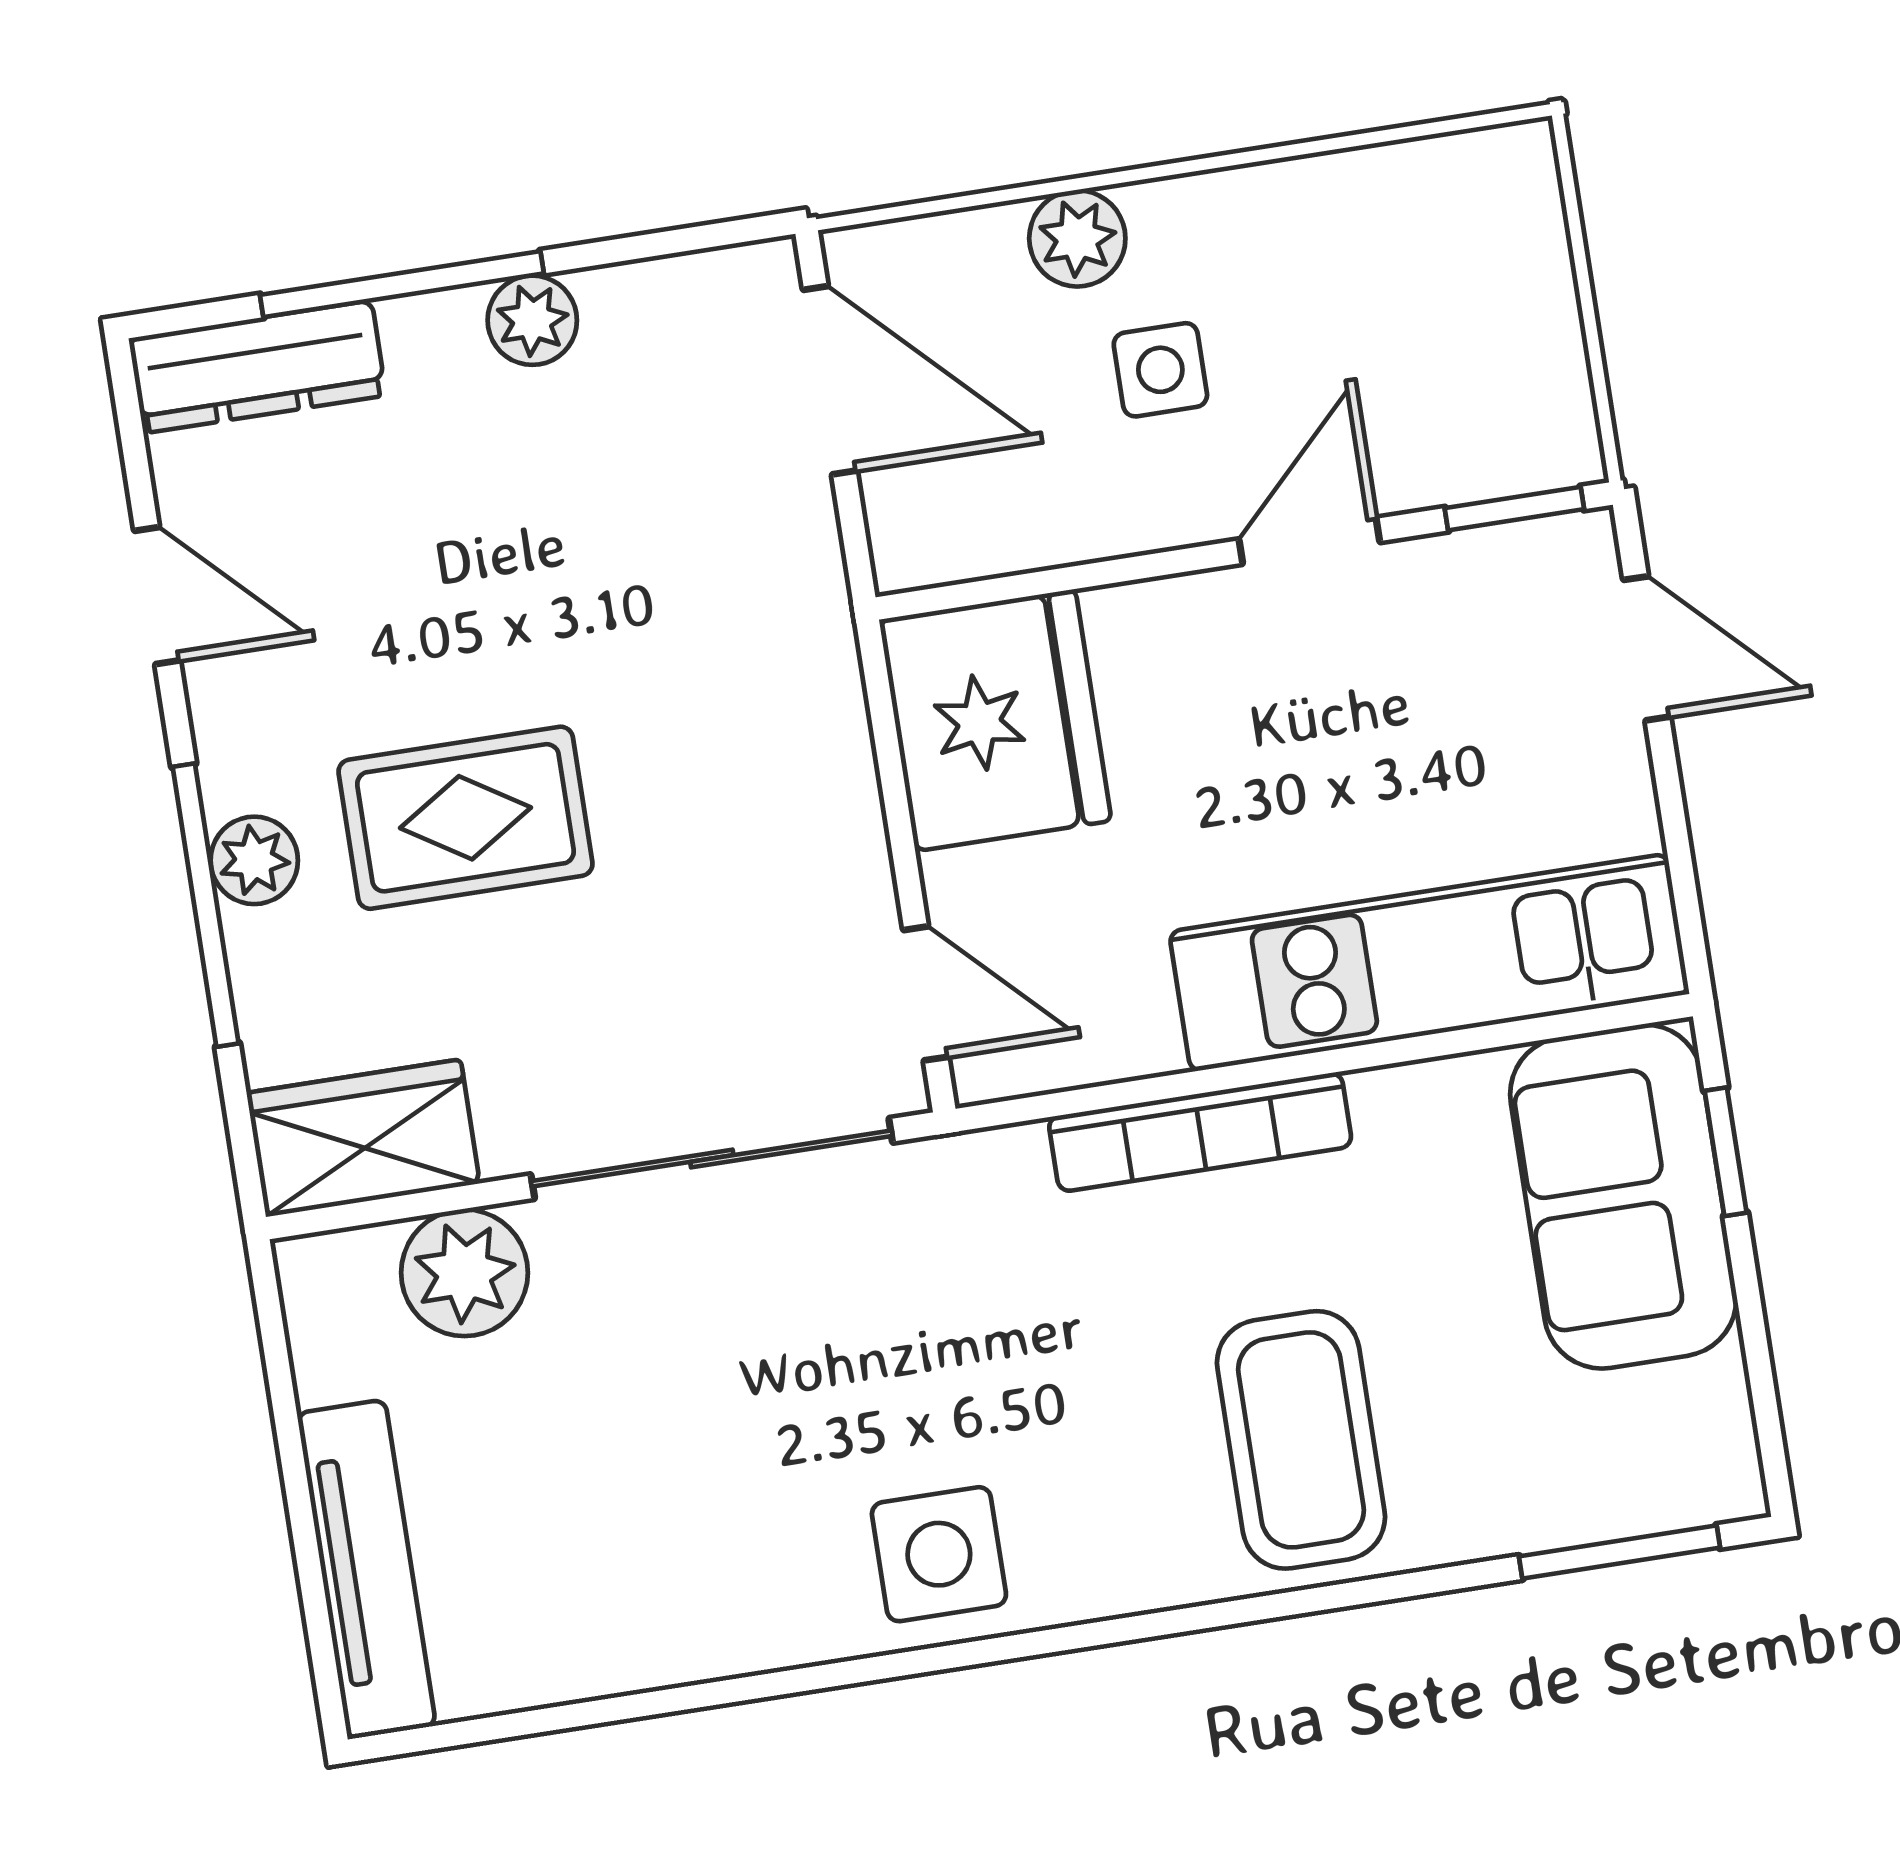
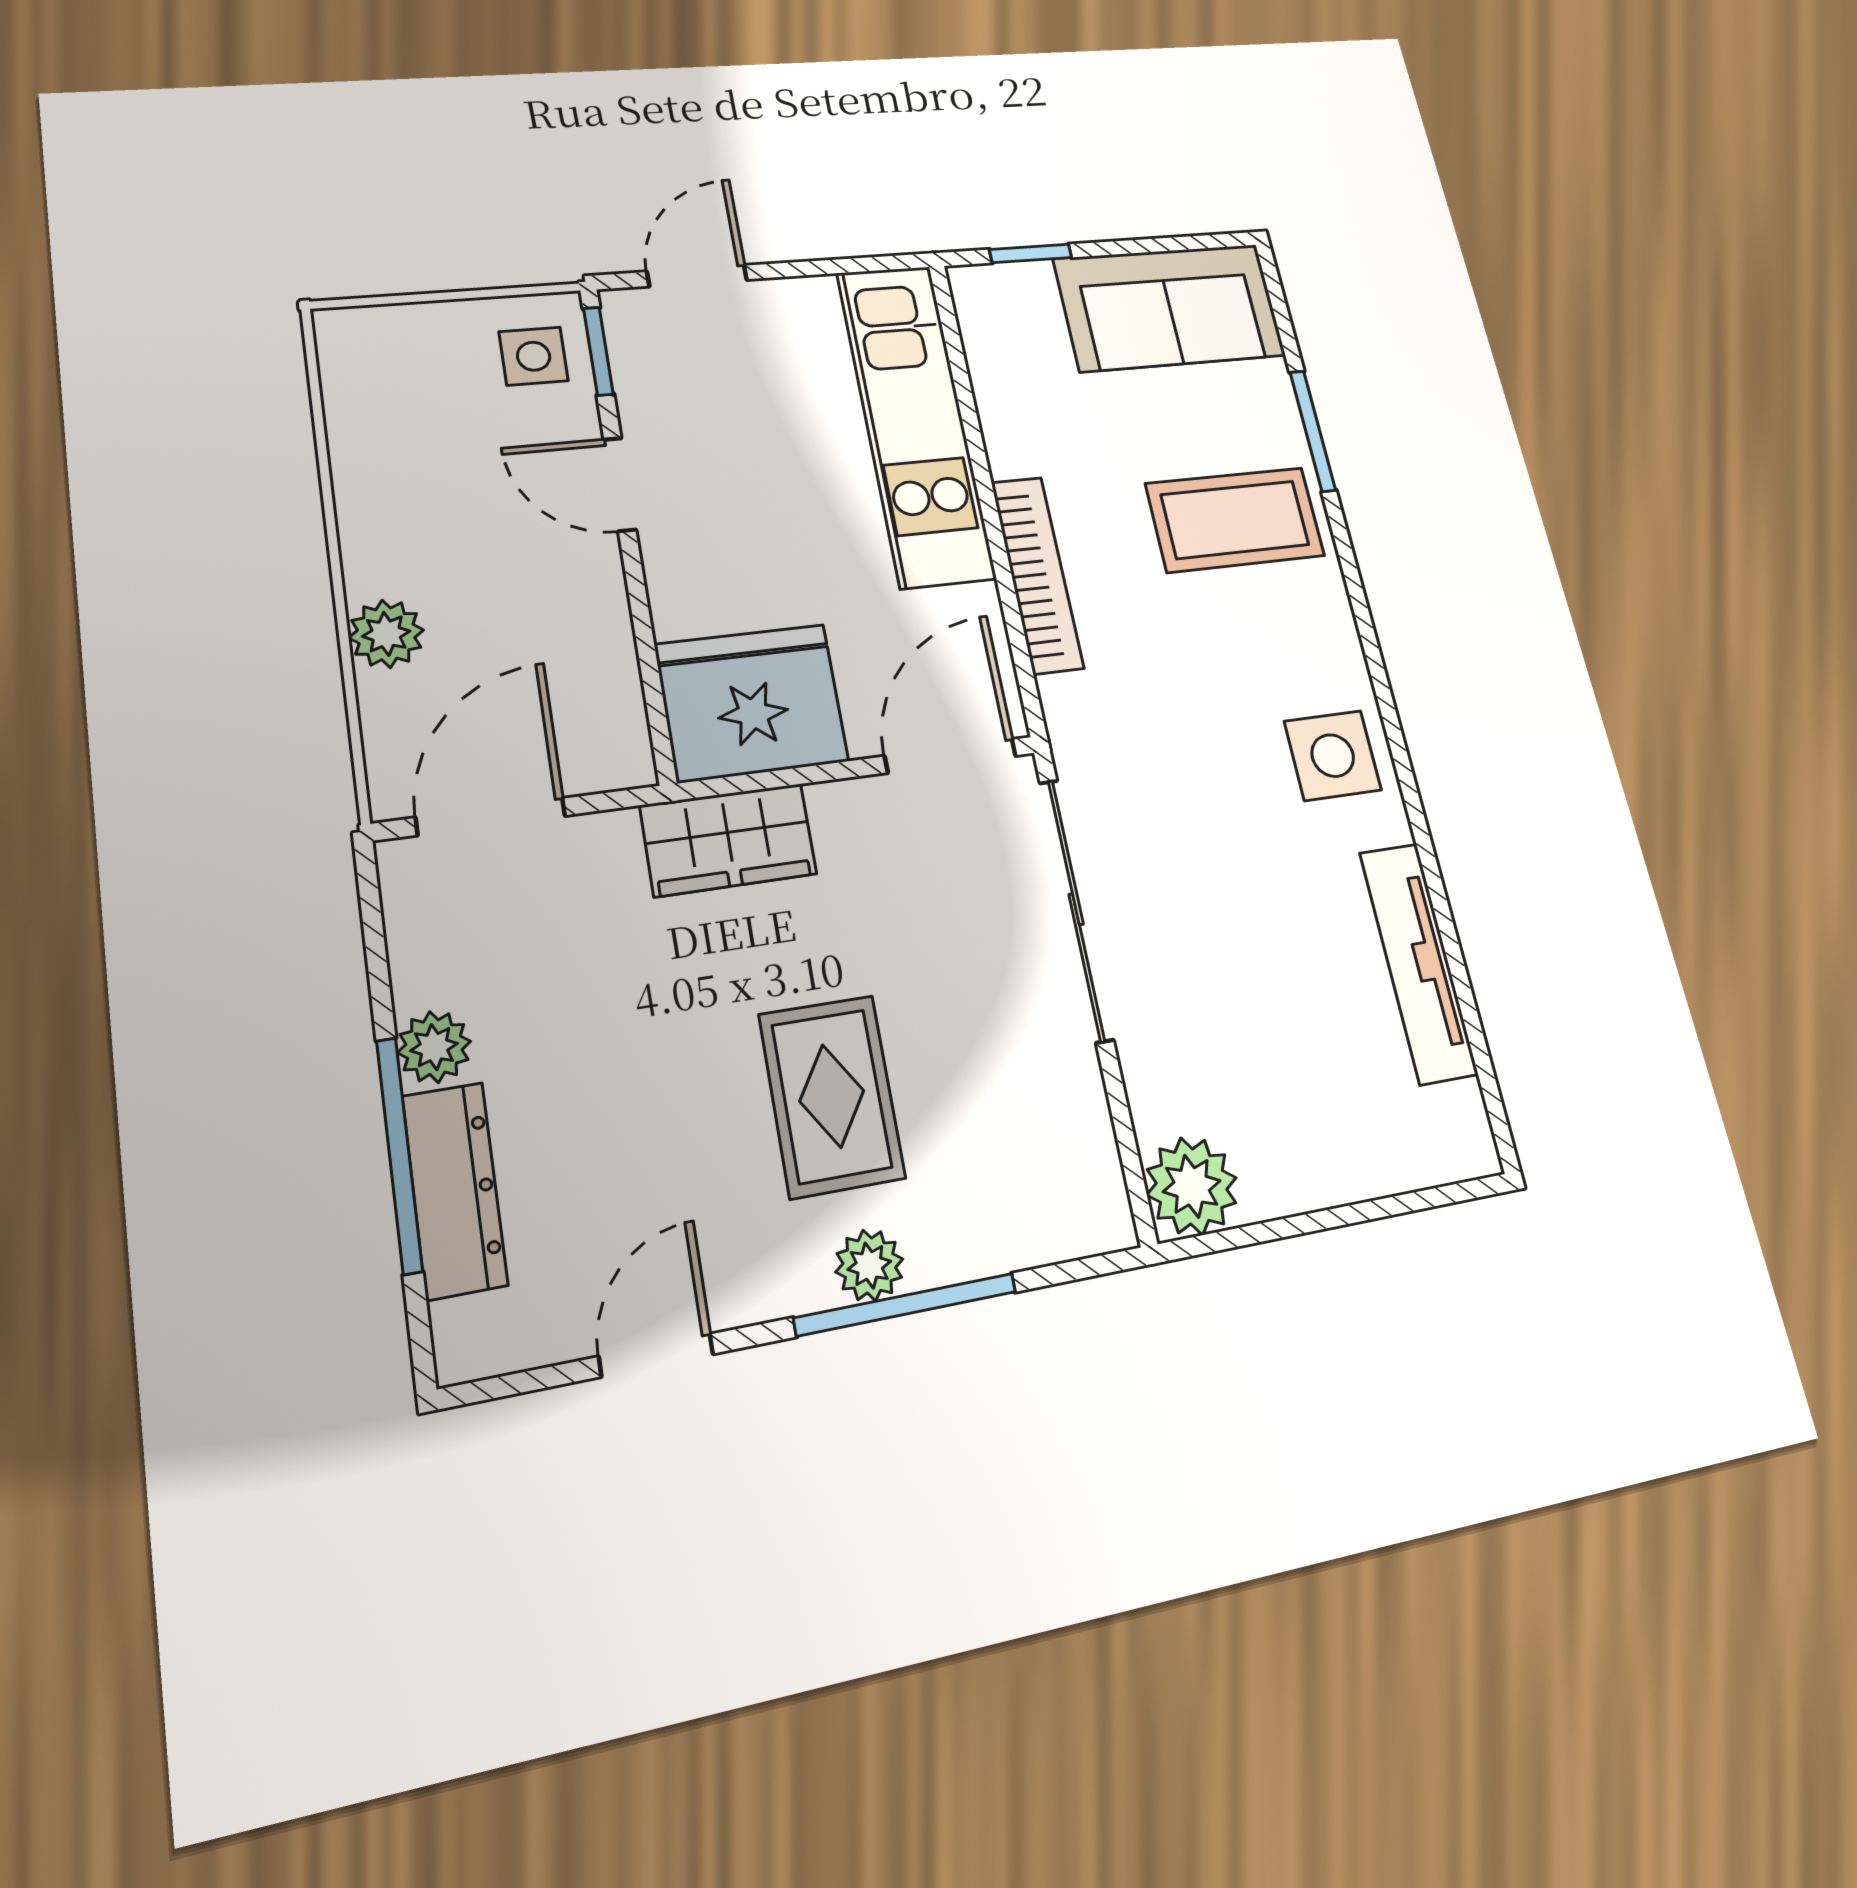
dresser: (257, 367) -> (455, 1190), moved
side table: (1160, 370) -> (534, 356), moved
door: (926, 993) -> (951, 756), width x1.37
wardrobe: (363, 1138) -> (728, 840), moved, turned -90
sofa: (1623, 1197) -> (1170, 307), moved
plant: (465, 1273) -> (1192, 1186), moved
window: (1619, 1552) -> (1313, 431), moved
tv unit: (366, 1570) -> (1418, 963), moved, turned -90

